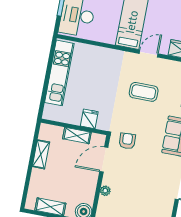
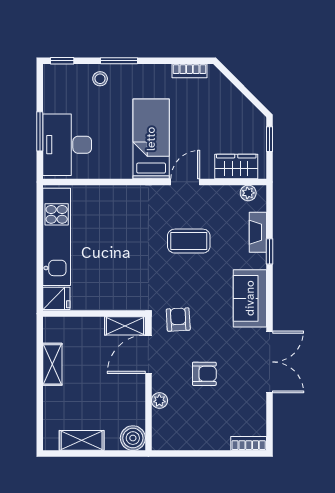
fridge: (89, 119) -> (56, 298), moved, turned 90
shelving: (77, 136) -> (125, 326), moved
armchair: (137, 179) -> (204, 374), added

